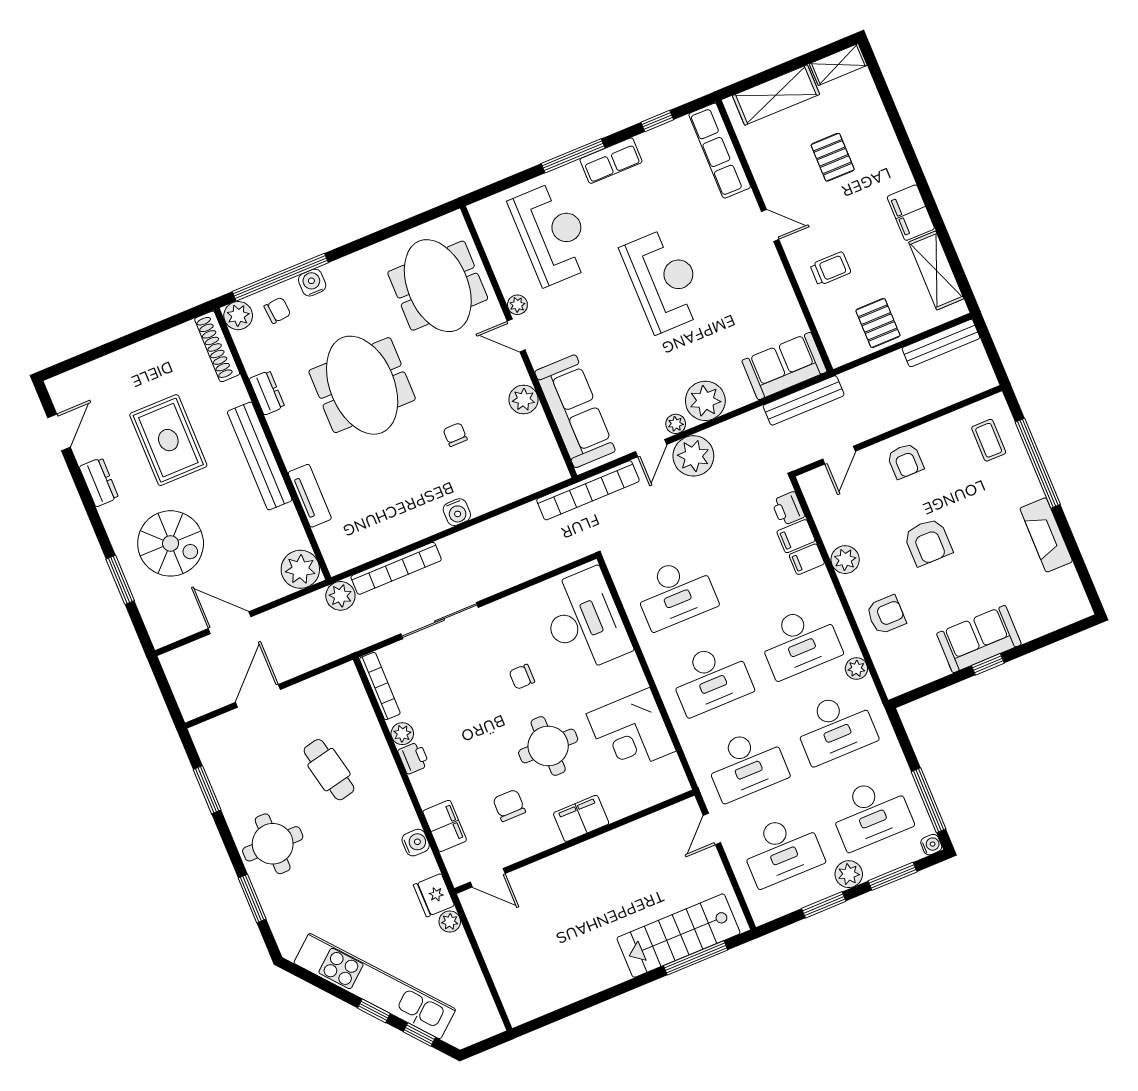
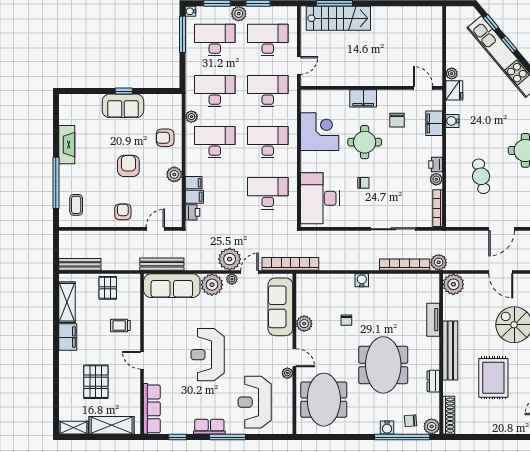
pallet: (833, 157) -> (96, 382), width x1.50, depth x1.42
sofa: (784, 366) -> (172, 286), width x1.36

